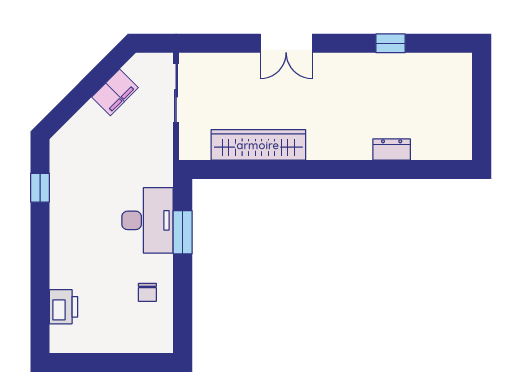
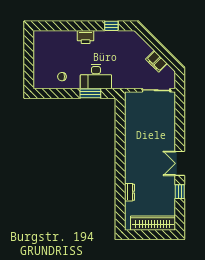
double door: (286, 43) -> (180, 163), moved
wardrobe: (258, 145) -> (153, 223), moved, turned -90
printer: (64, 307) -> (86, 37), moved

